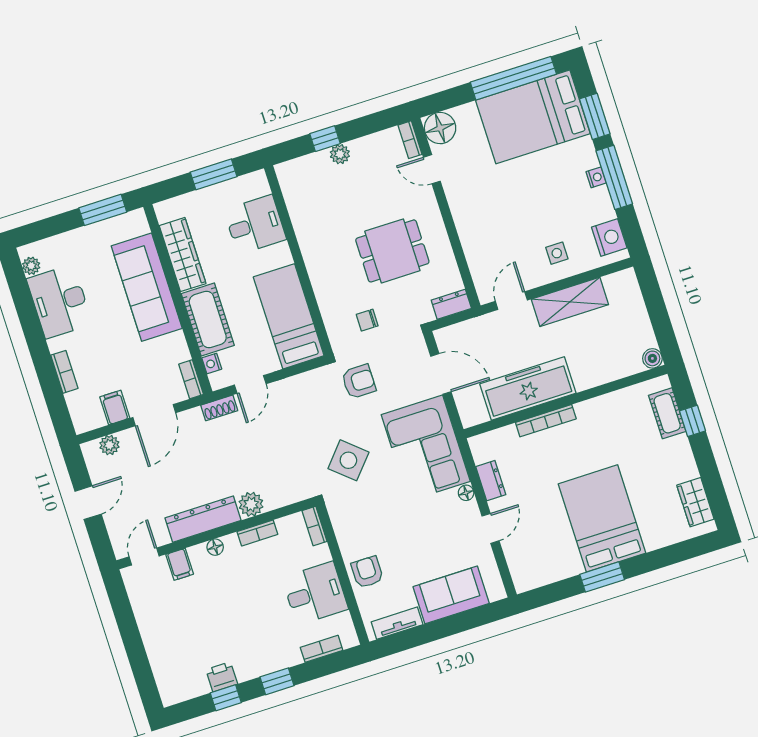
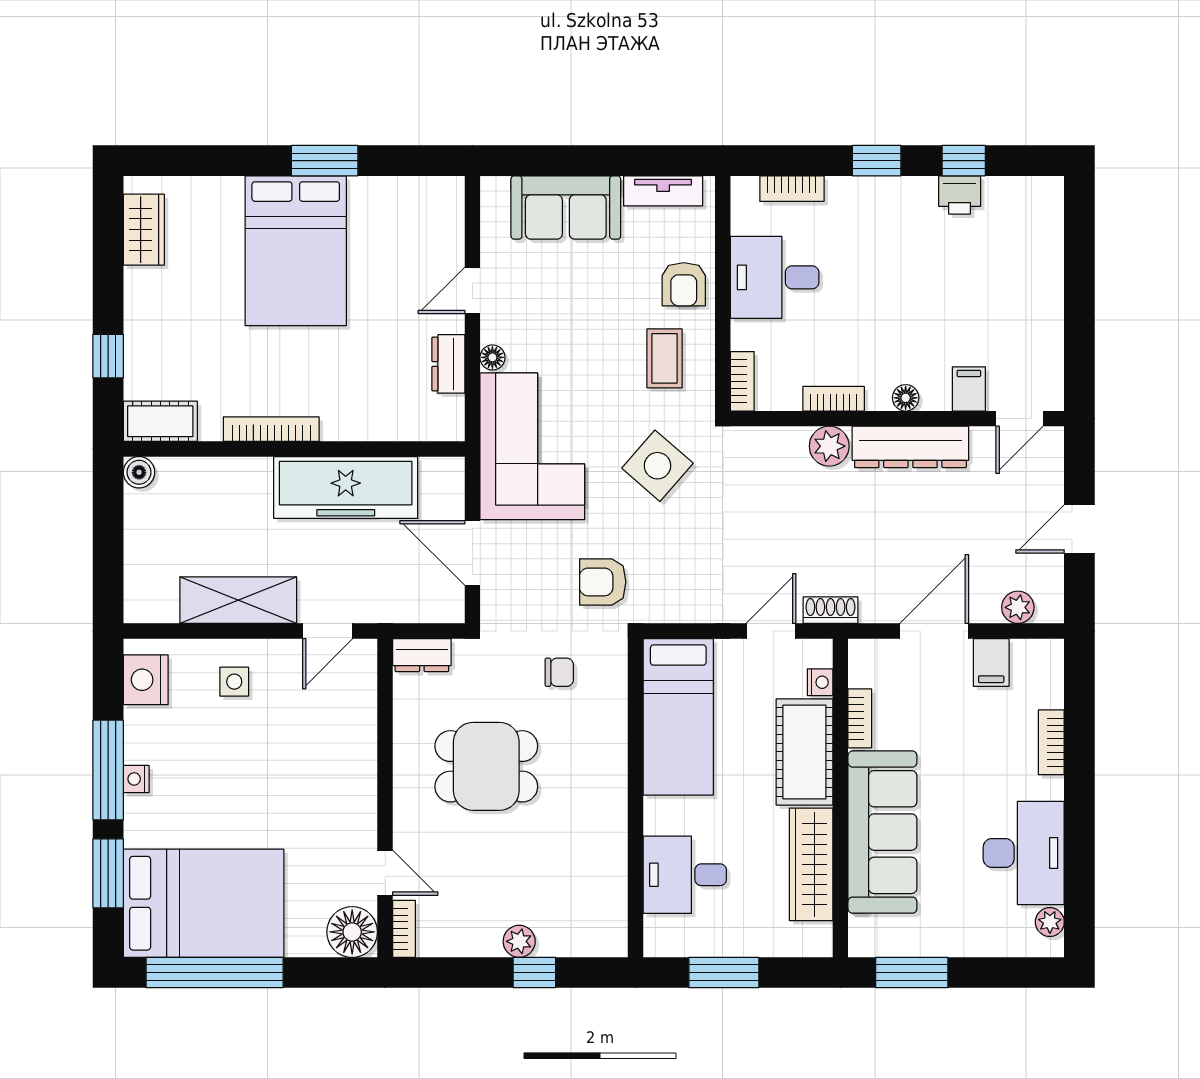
bookcase: (191, 379) -> (860, 718), moved
cot: (667, 413) -> (160, 421), moved, turned 90
bookcase: (546, 421) -> (271, 429), moved
coffee table: (365, 525) -> (664, 358), added

